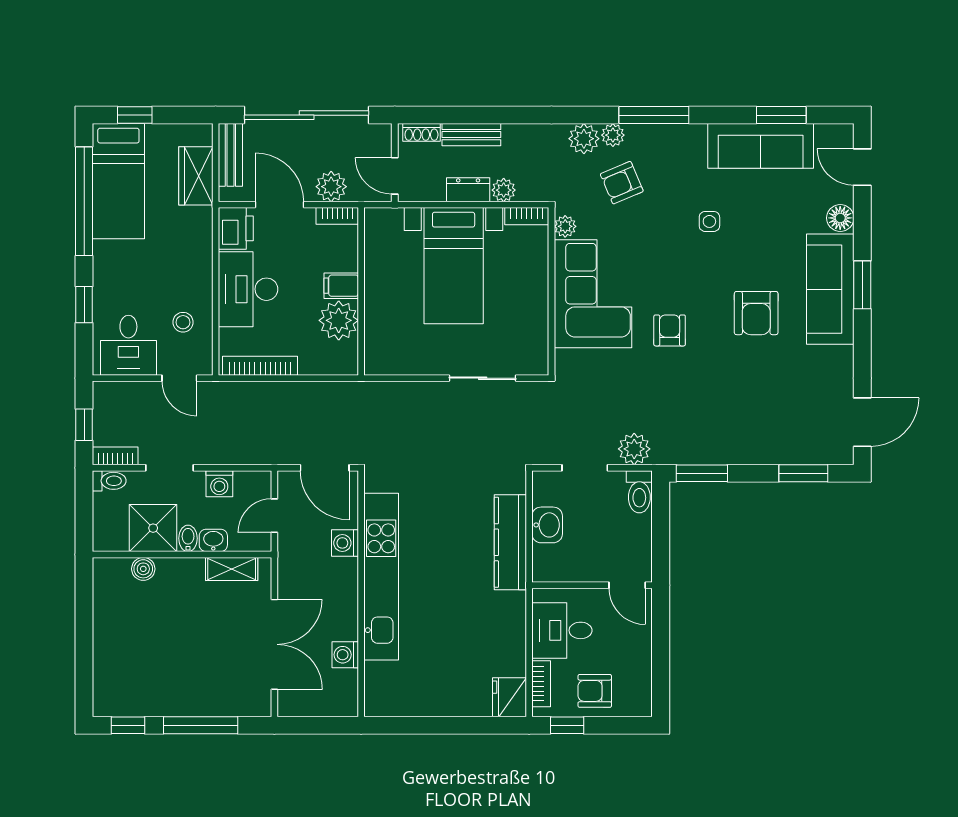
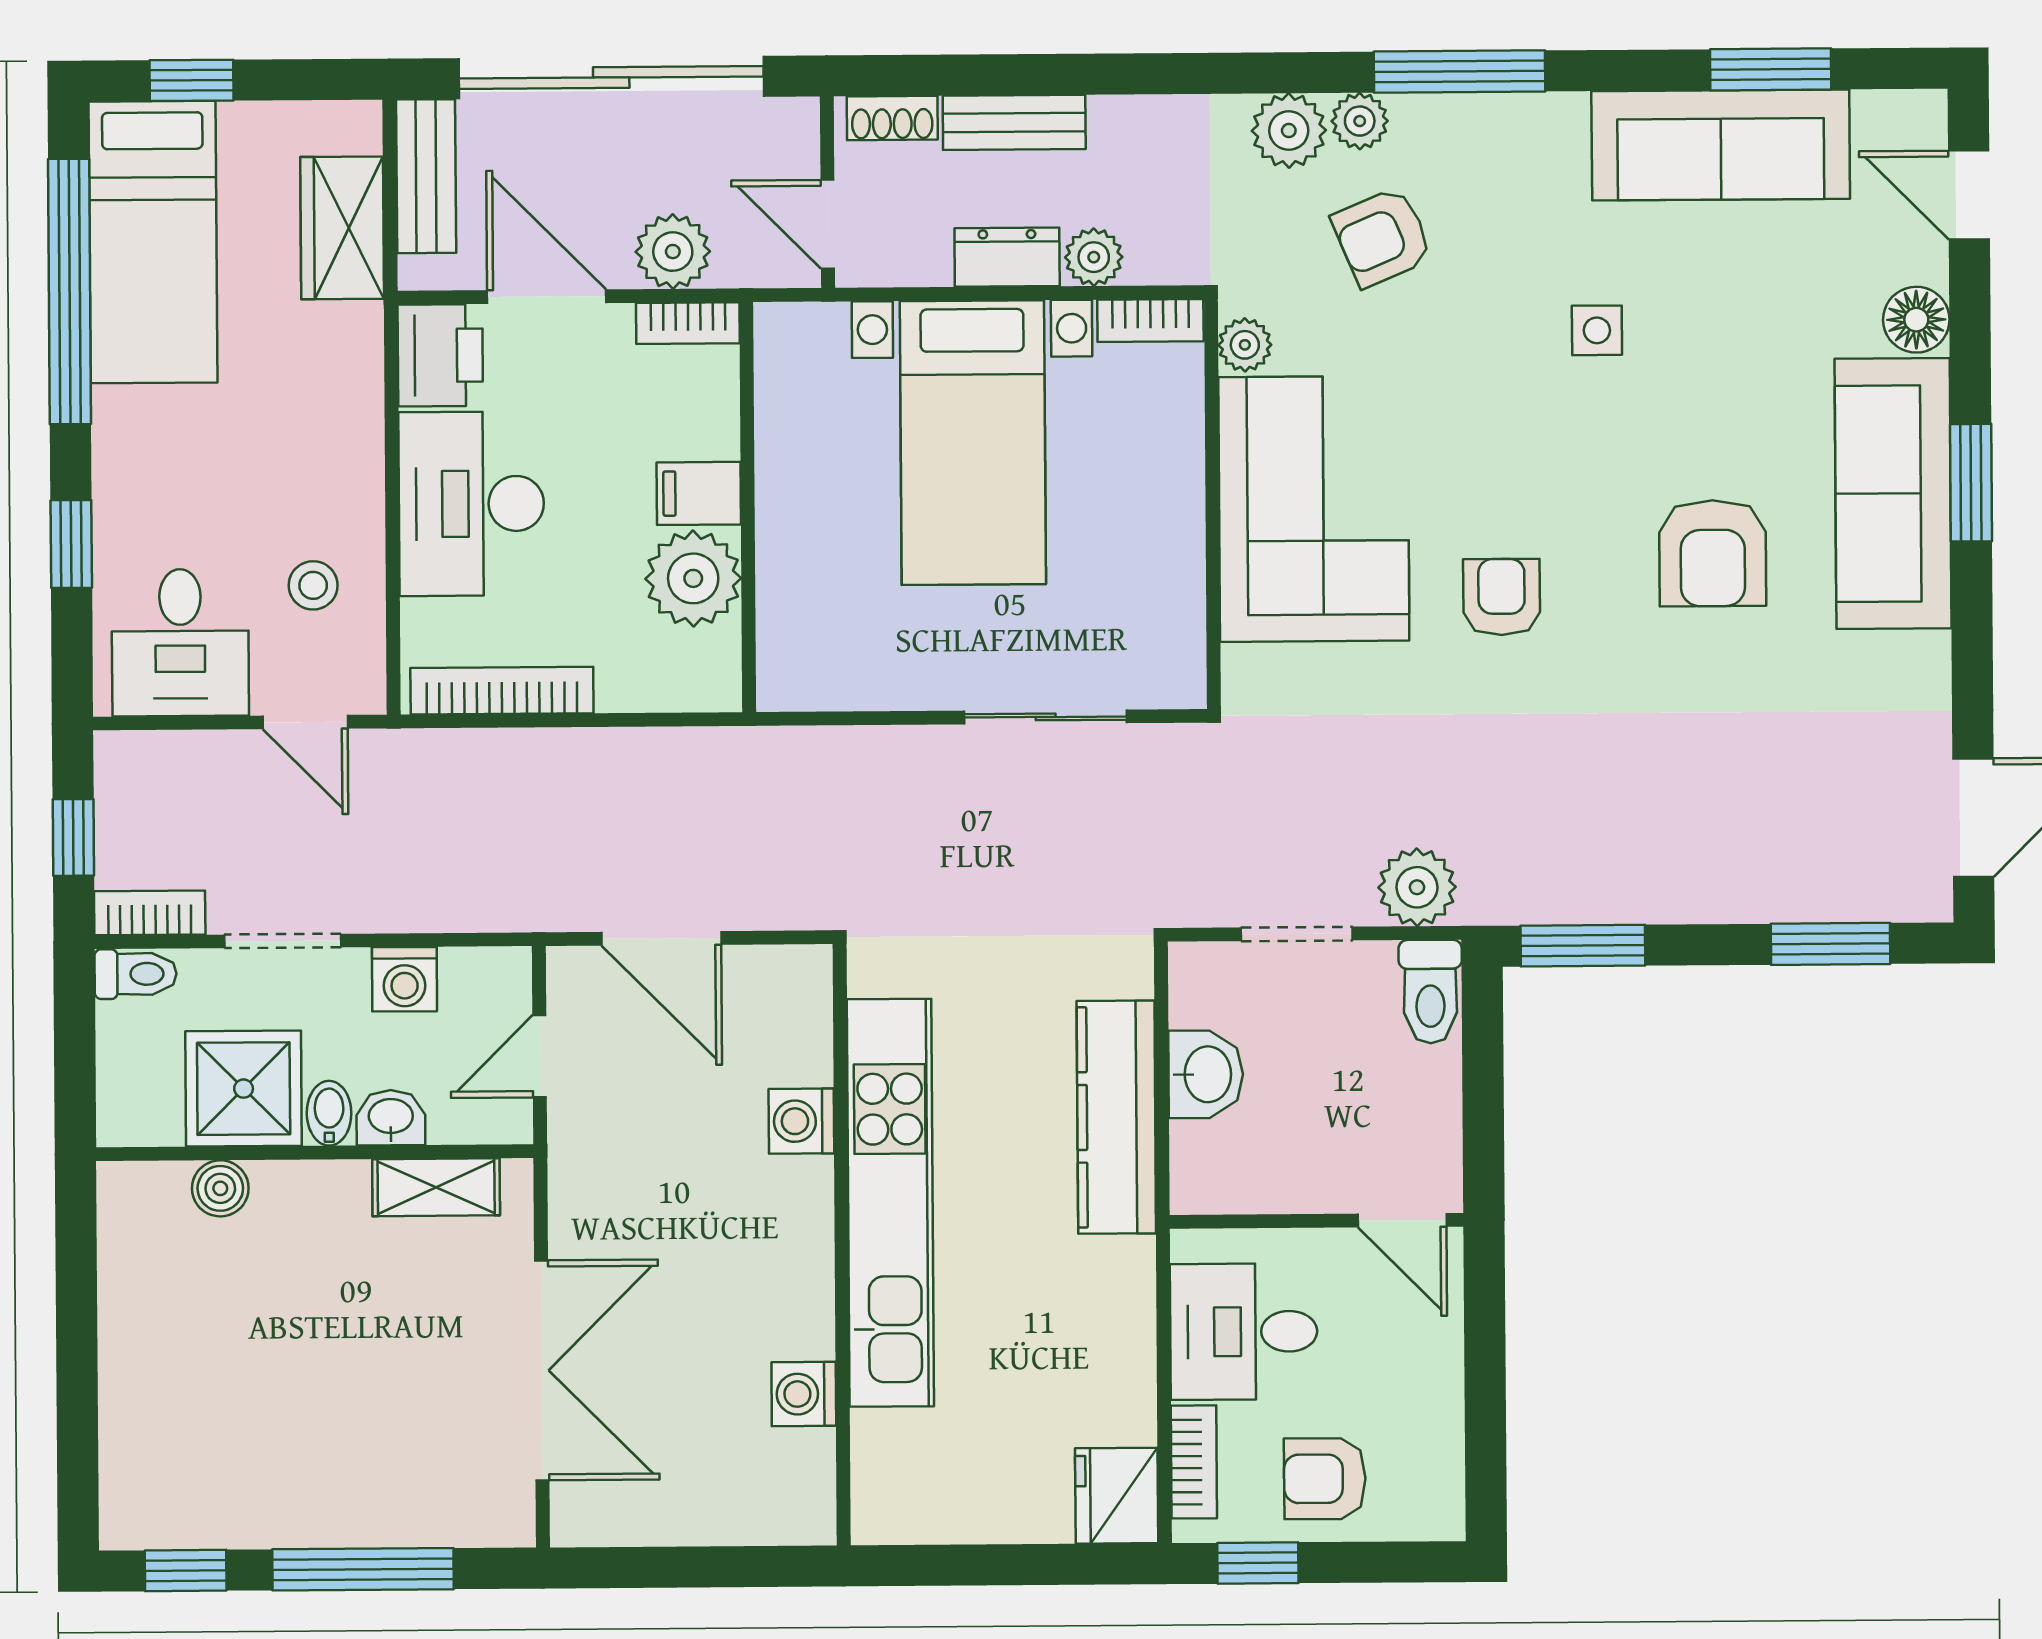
washing machine: (345, 543) -> (801, 1121), moved
kitchen unit: (381, 577) -> (890, 1203), moved
wall: (361, 594) -> (842, 1245), moved
washing machine: (345, 655) -> (804, 1394), moved

